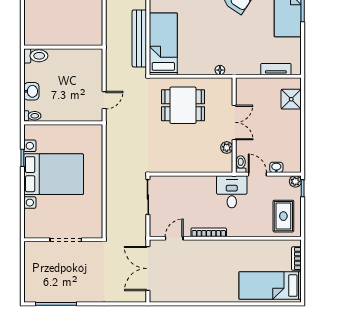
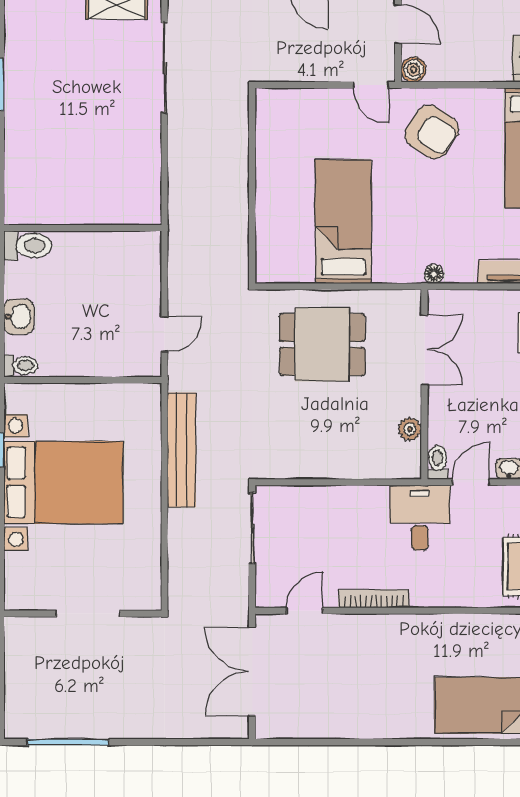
bench: (139, 38) -> (182, 450), moved
bed: (163, 44) -> (343, 222), moved
floor lamp: (220, 70) -> (434, 274), moved
double door: (234, 122) -> (424, 350), moved
door: (257, 174) -> (471, 482), hinge flipped

